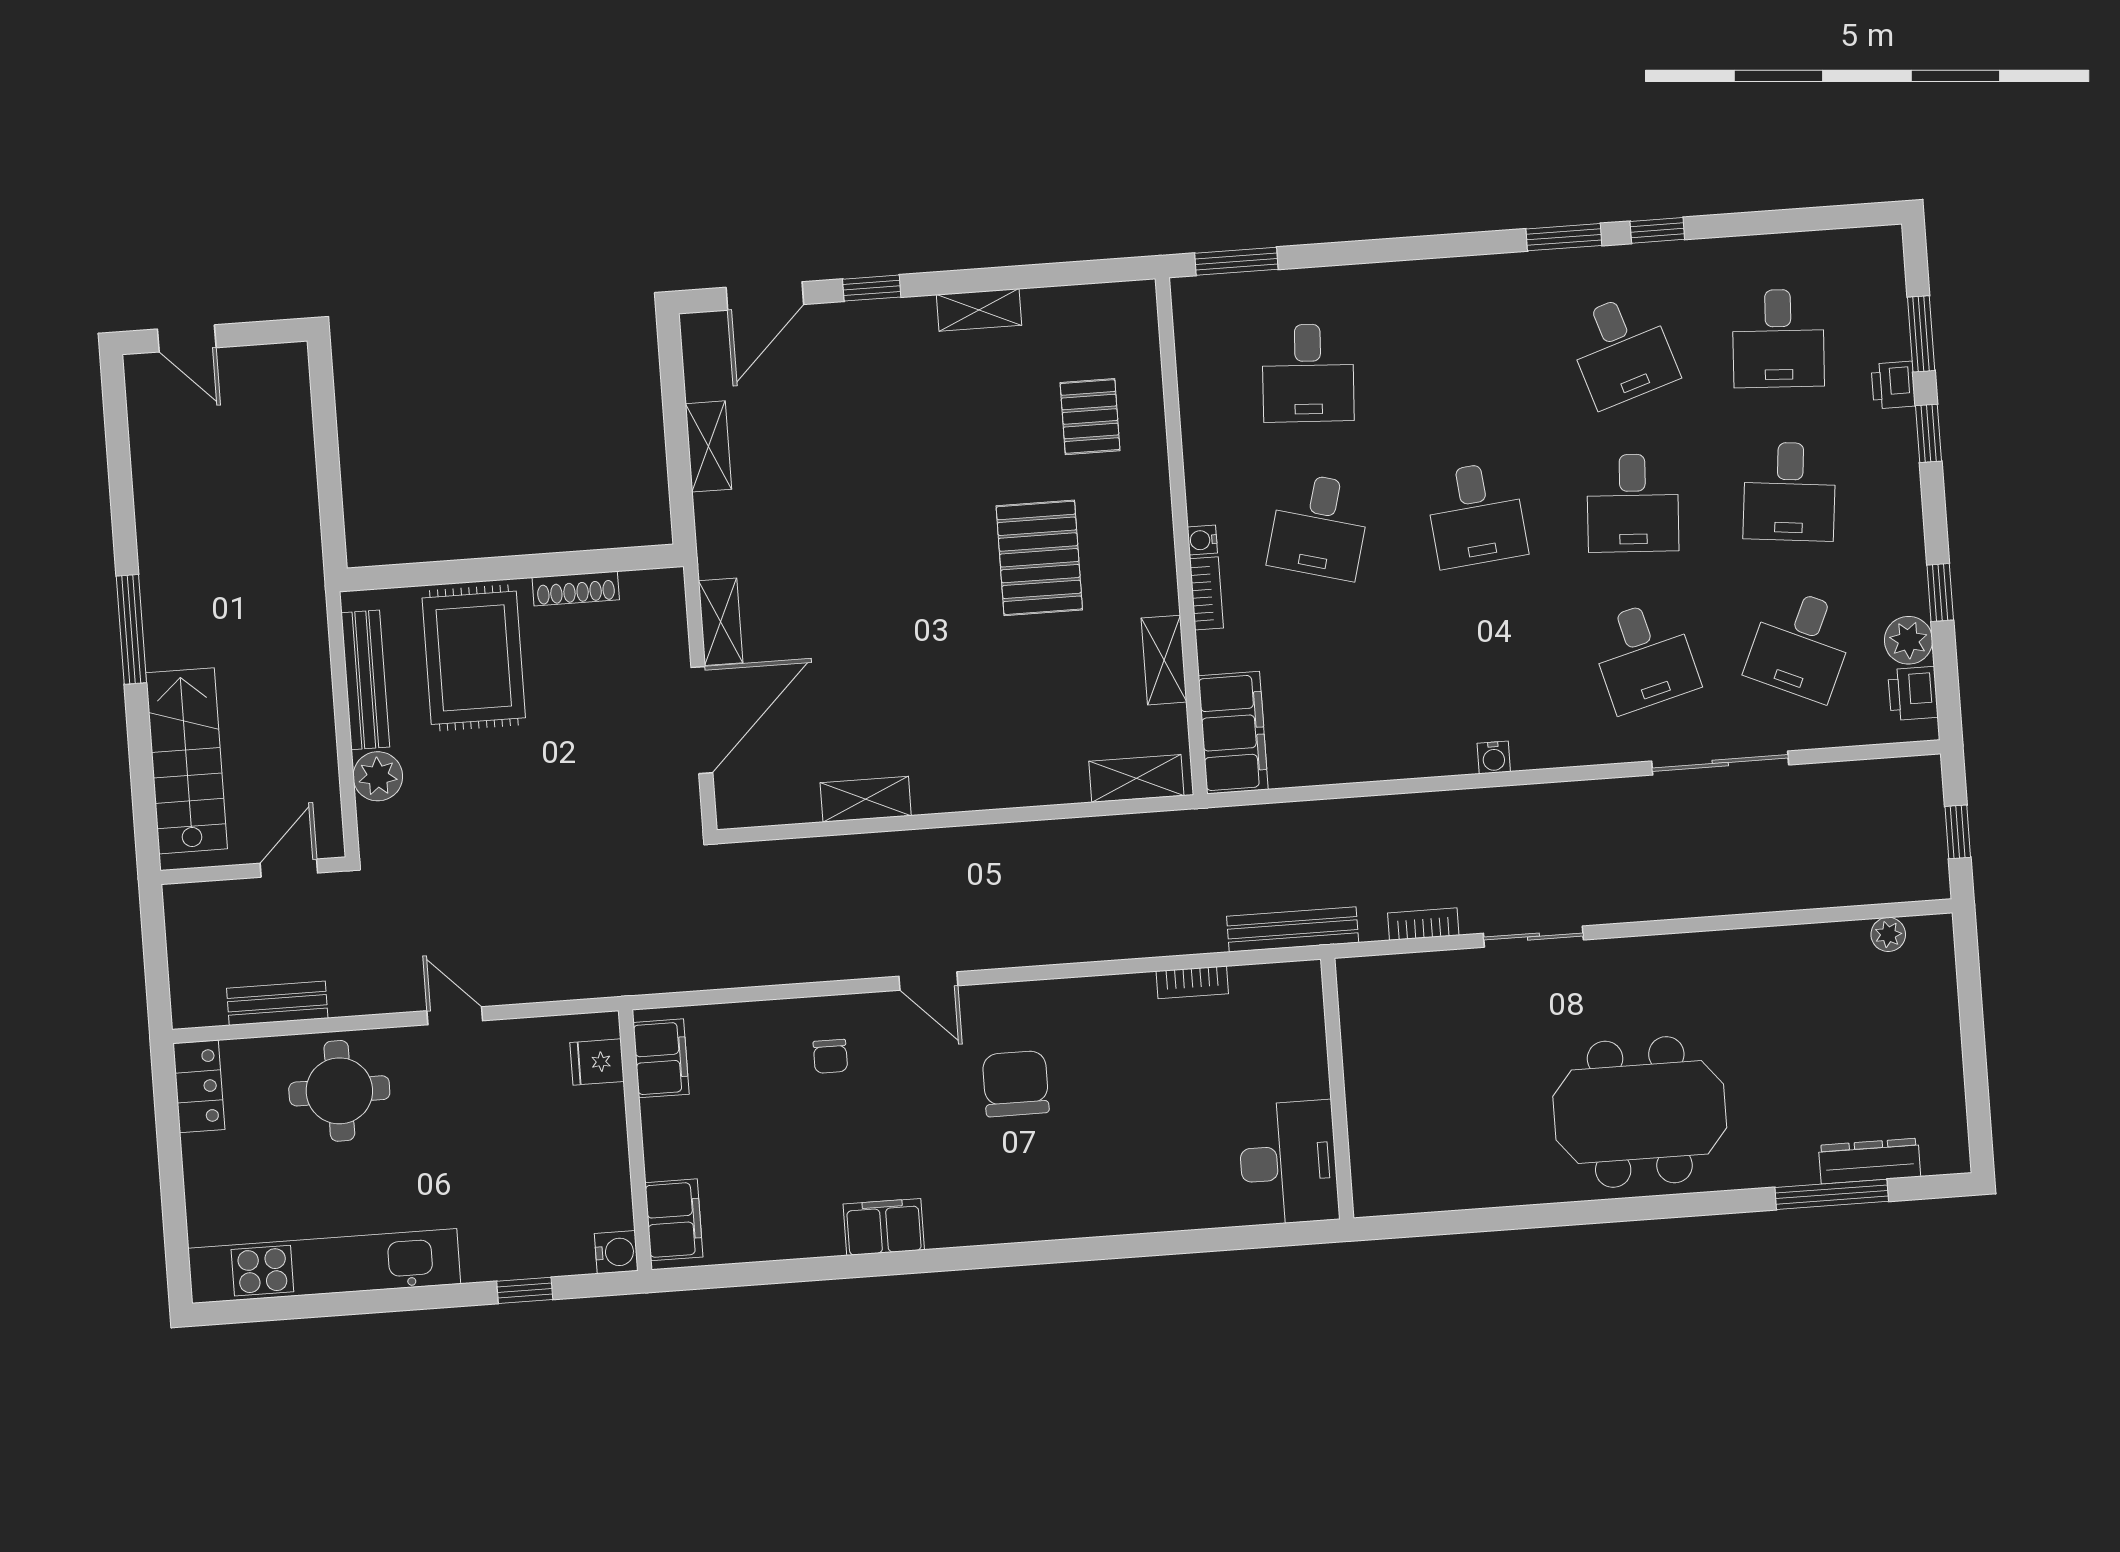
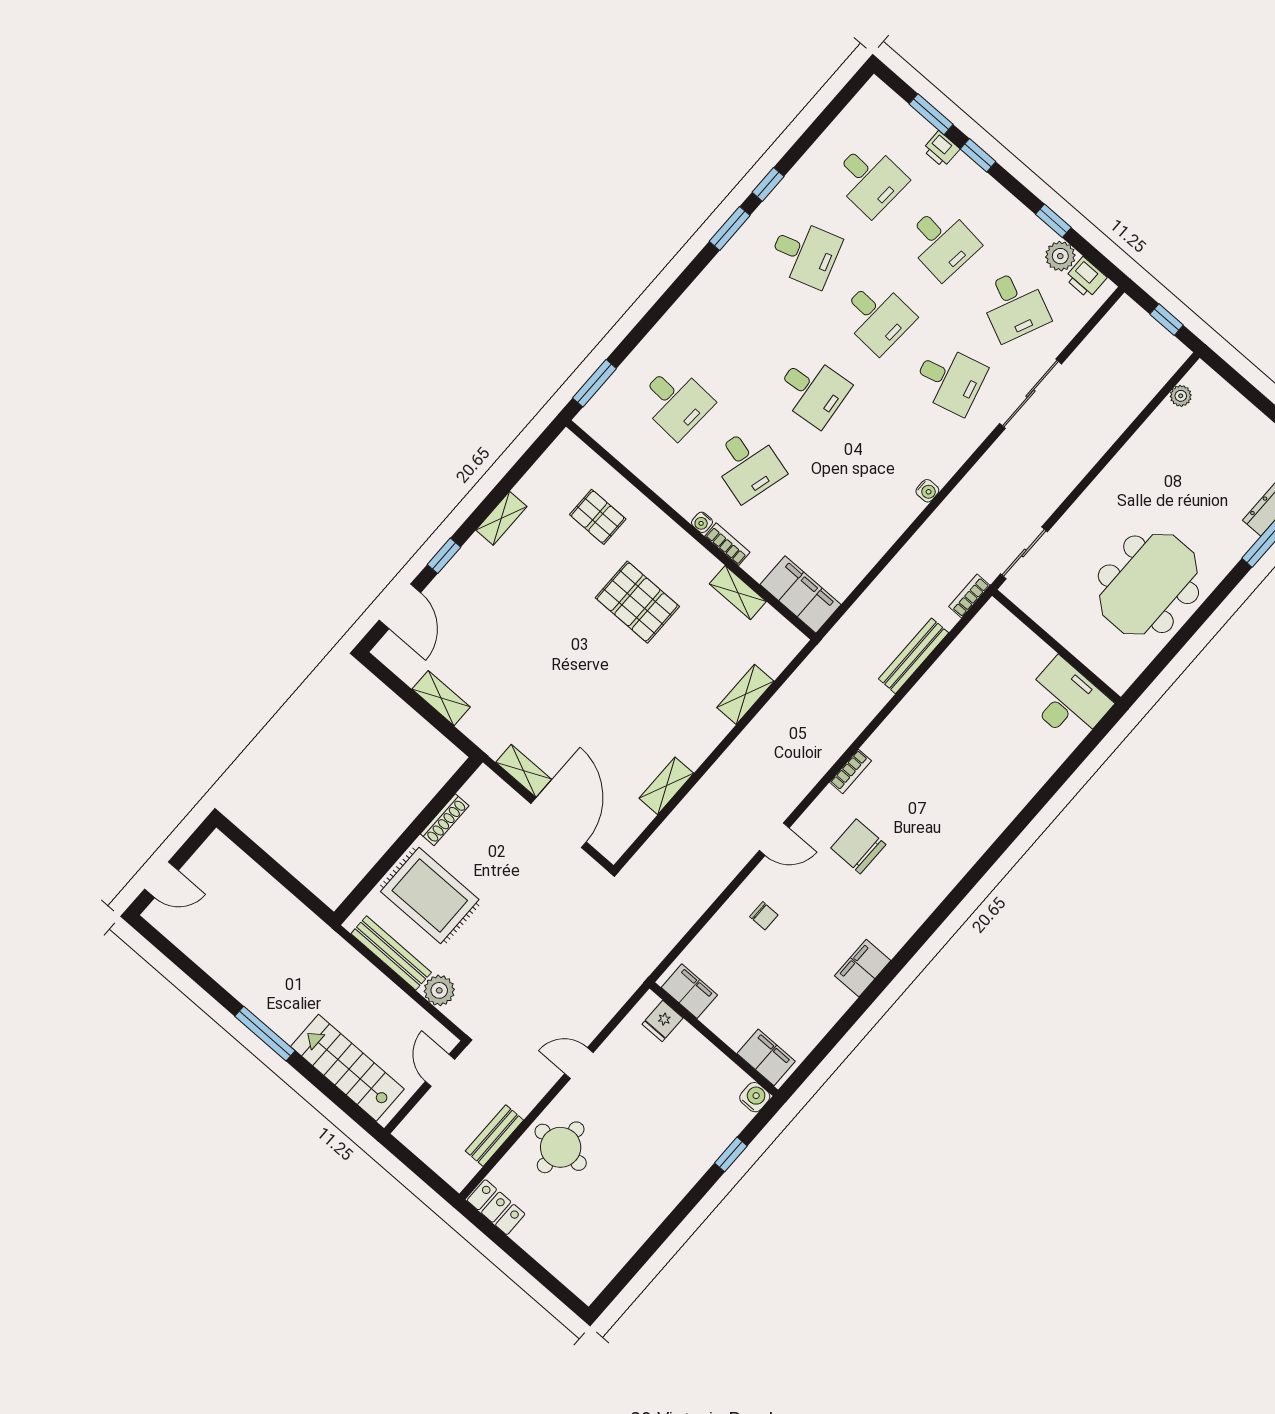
shelving: (1136, 778) -> (745, 694), moved
bookcase: (1192, 982) -> (850, 771), moved
wall: (1337, 1089) -> (1056, 646), moved
desk: (1288, 1163) -> (1067, 701), moved
kitchen unit: (324, 1266) -> (631, 1232), removed

